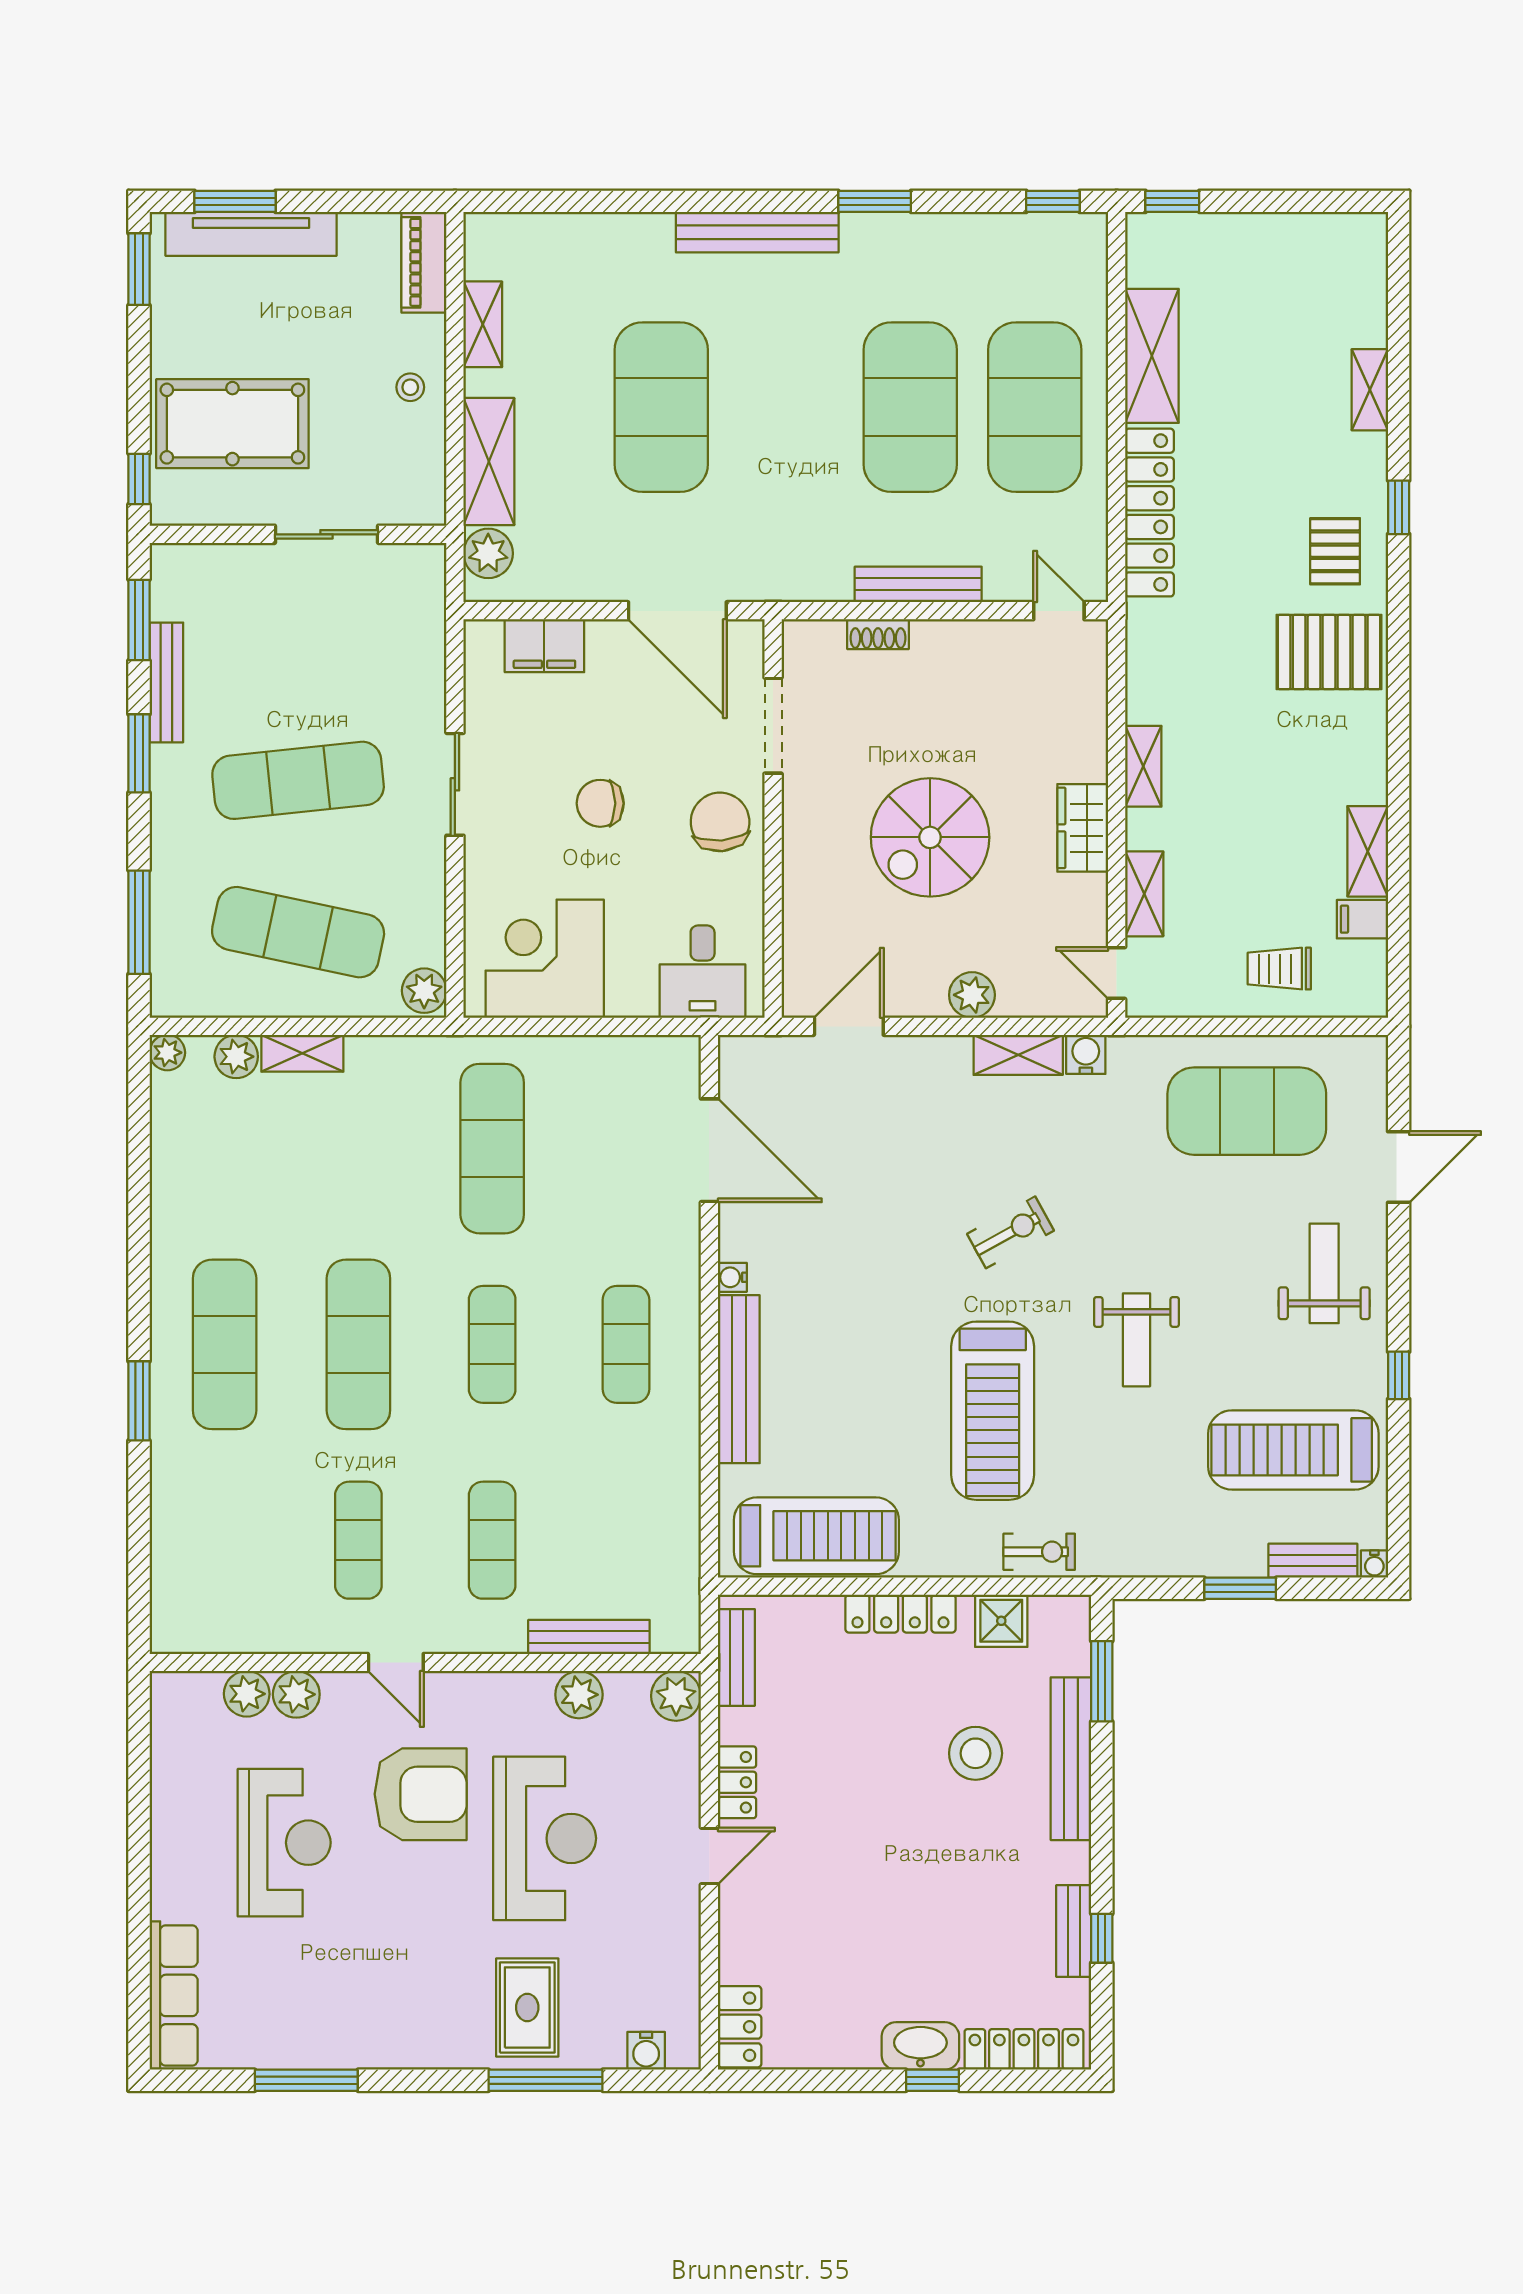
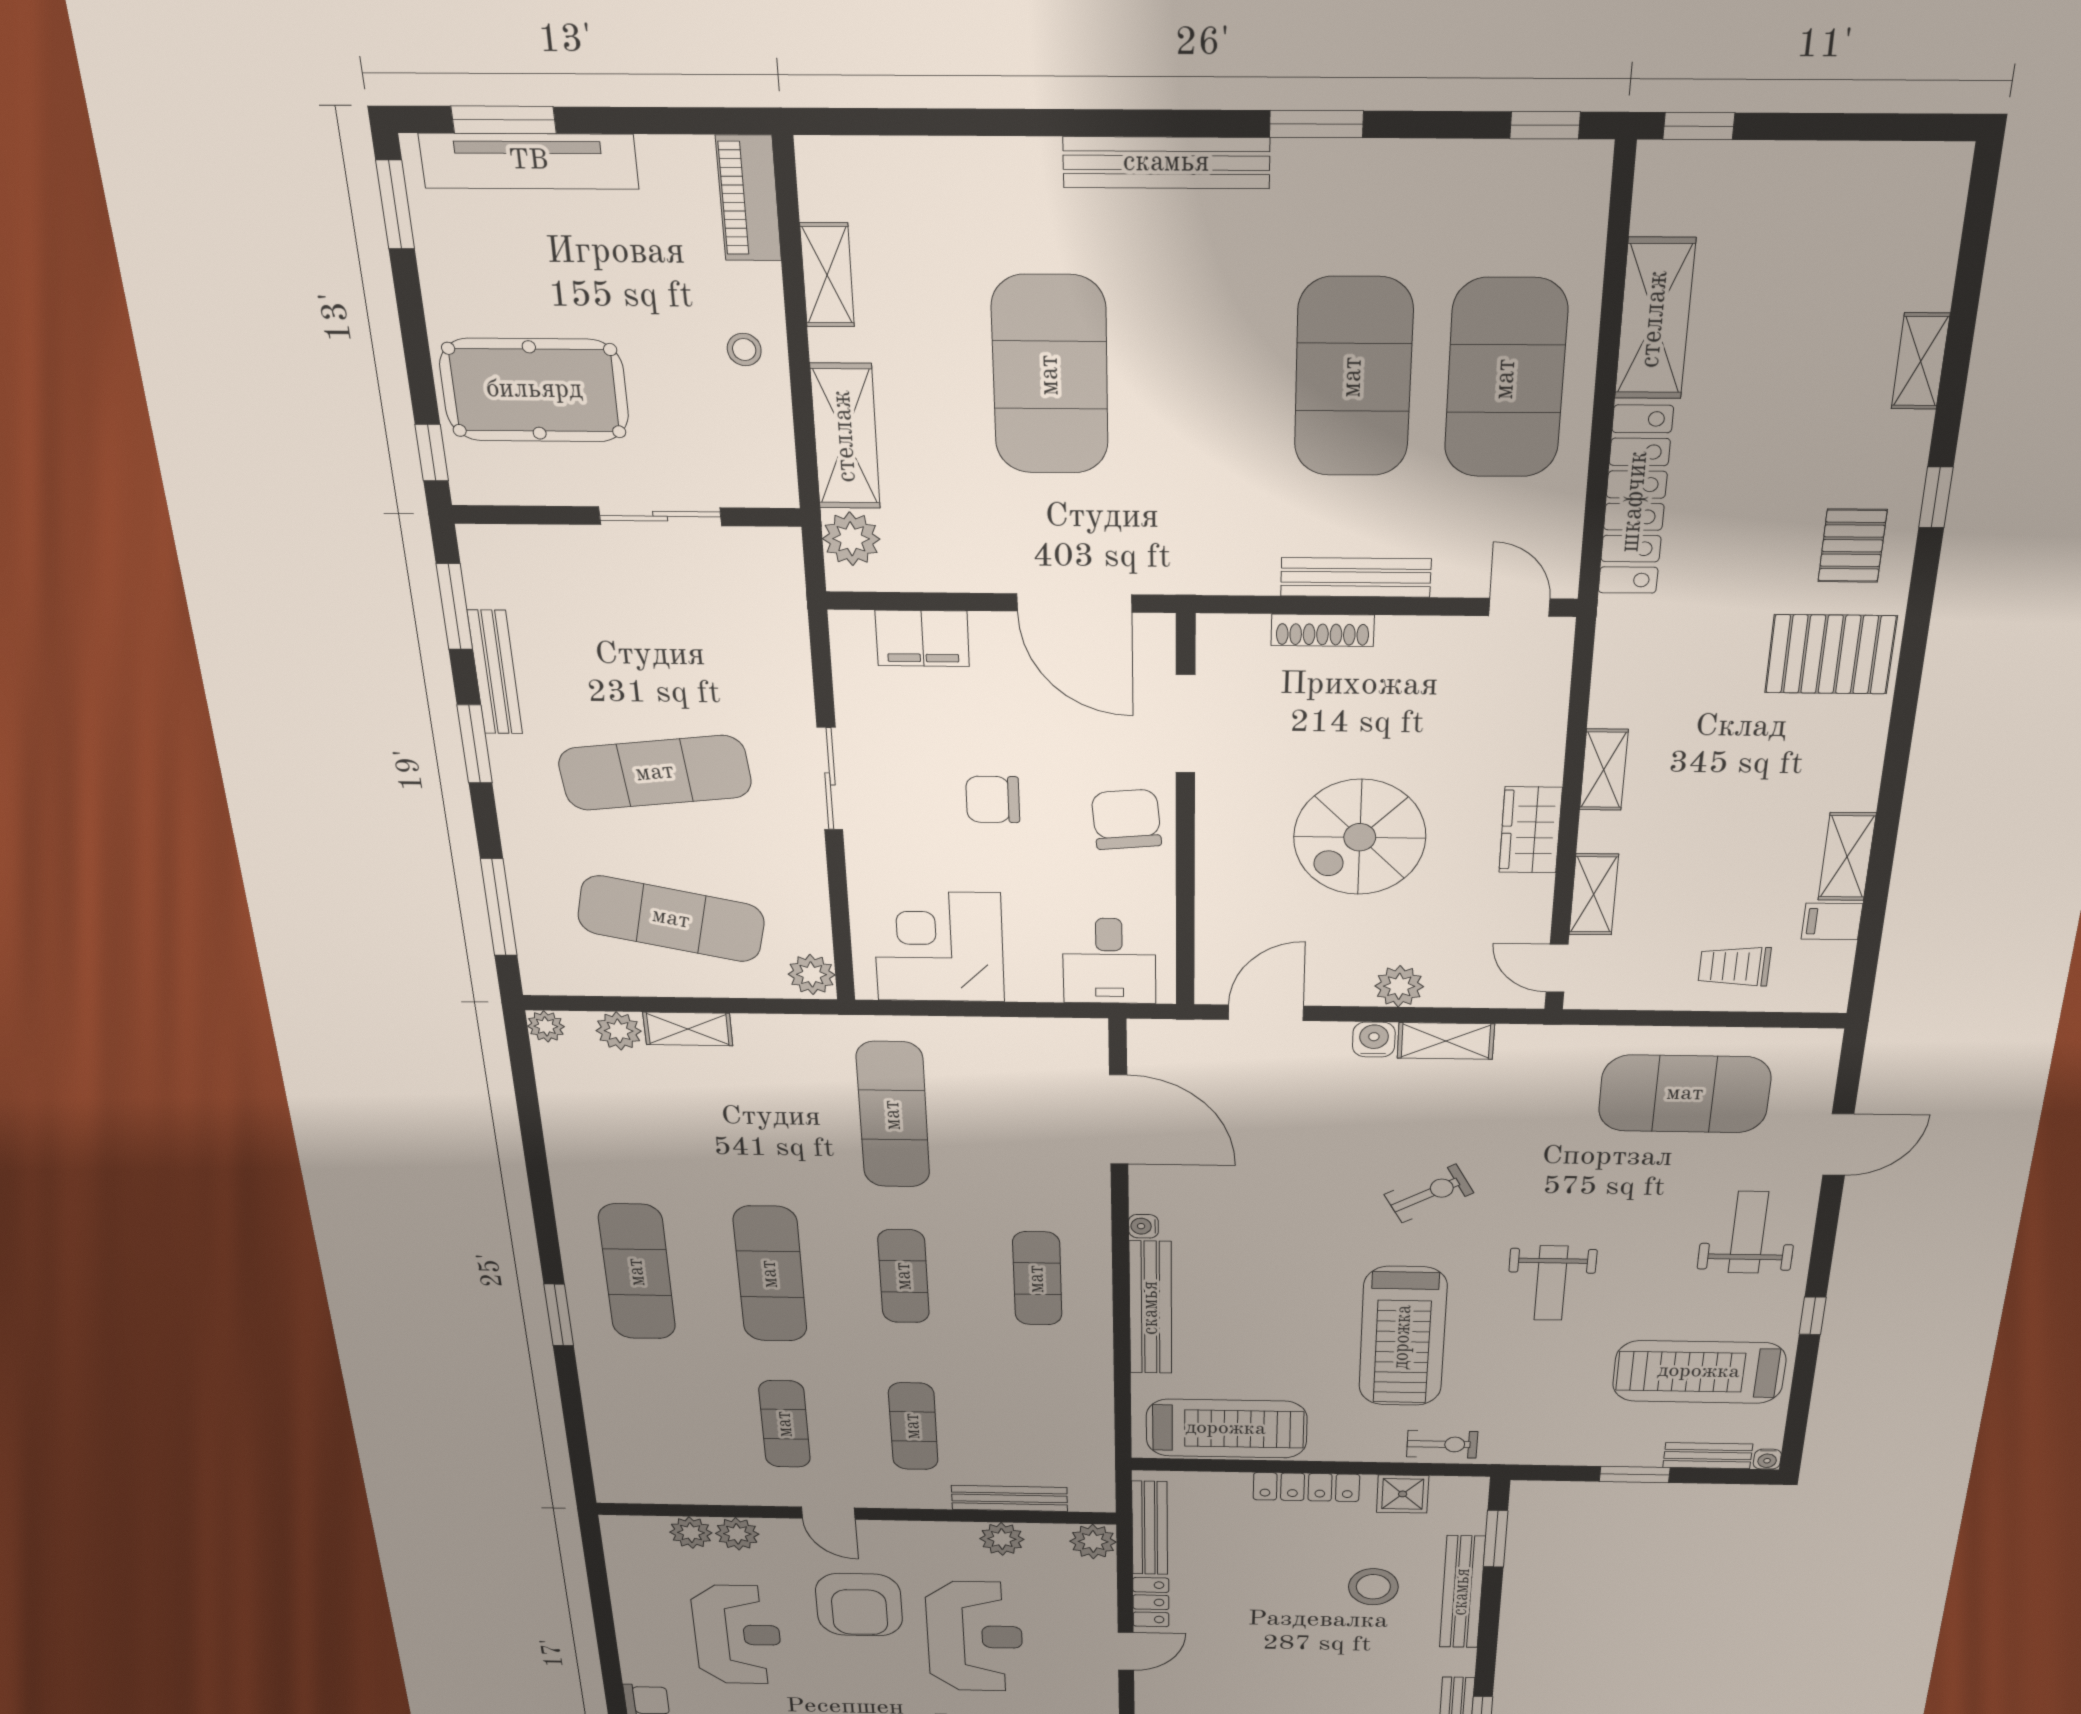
shoe rack: (878, 634) -> (1323, 630), width x1.43
water cooler: (1086, 1054) -> (1374, 1040), moved
bench: (736, 1657) -> (1150, 1528), width x1.36
armchair: (421, 1794) -> (859, 1605), turned 90

